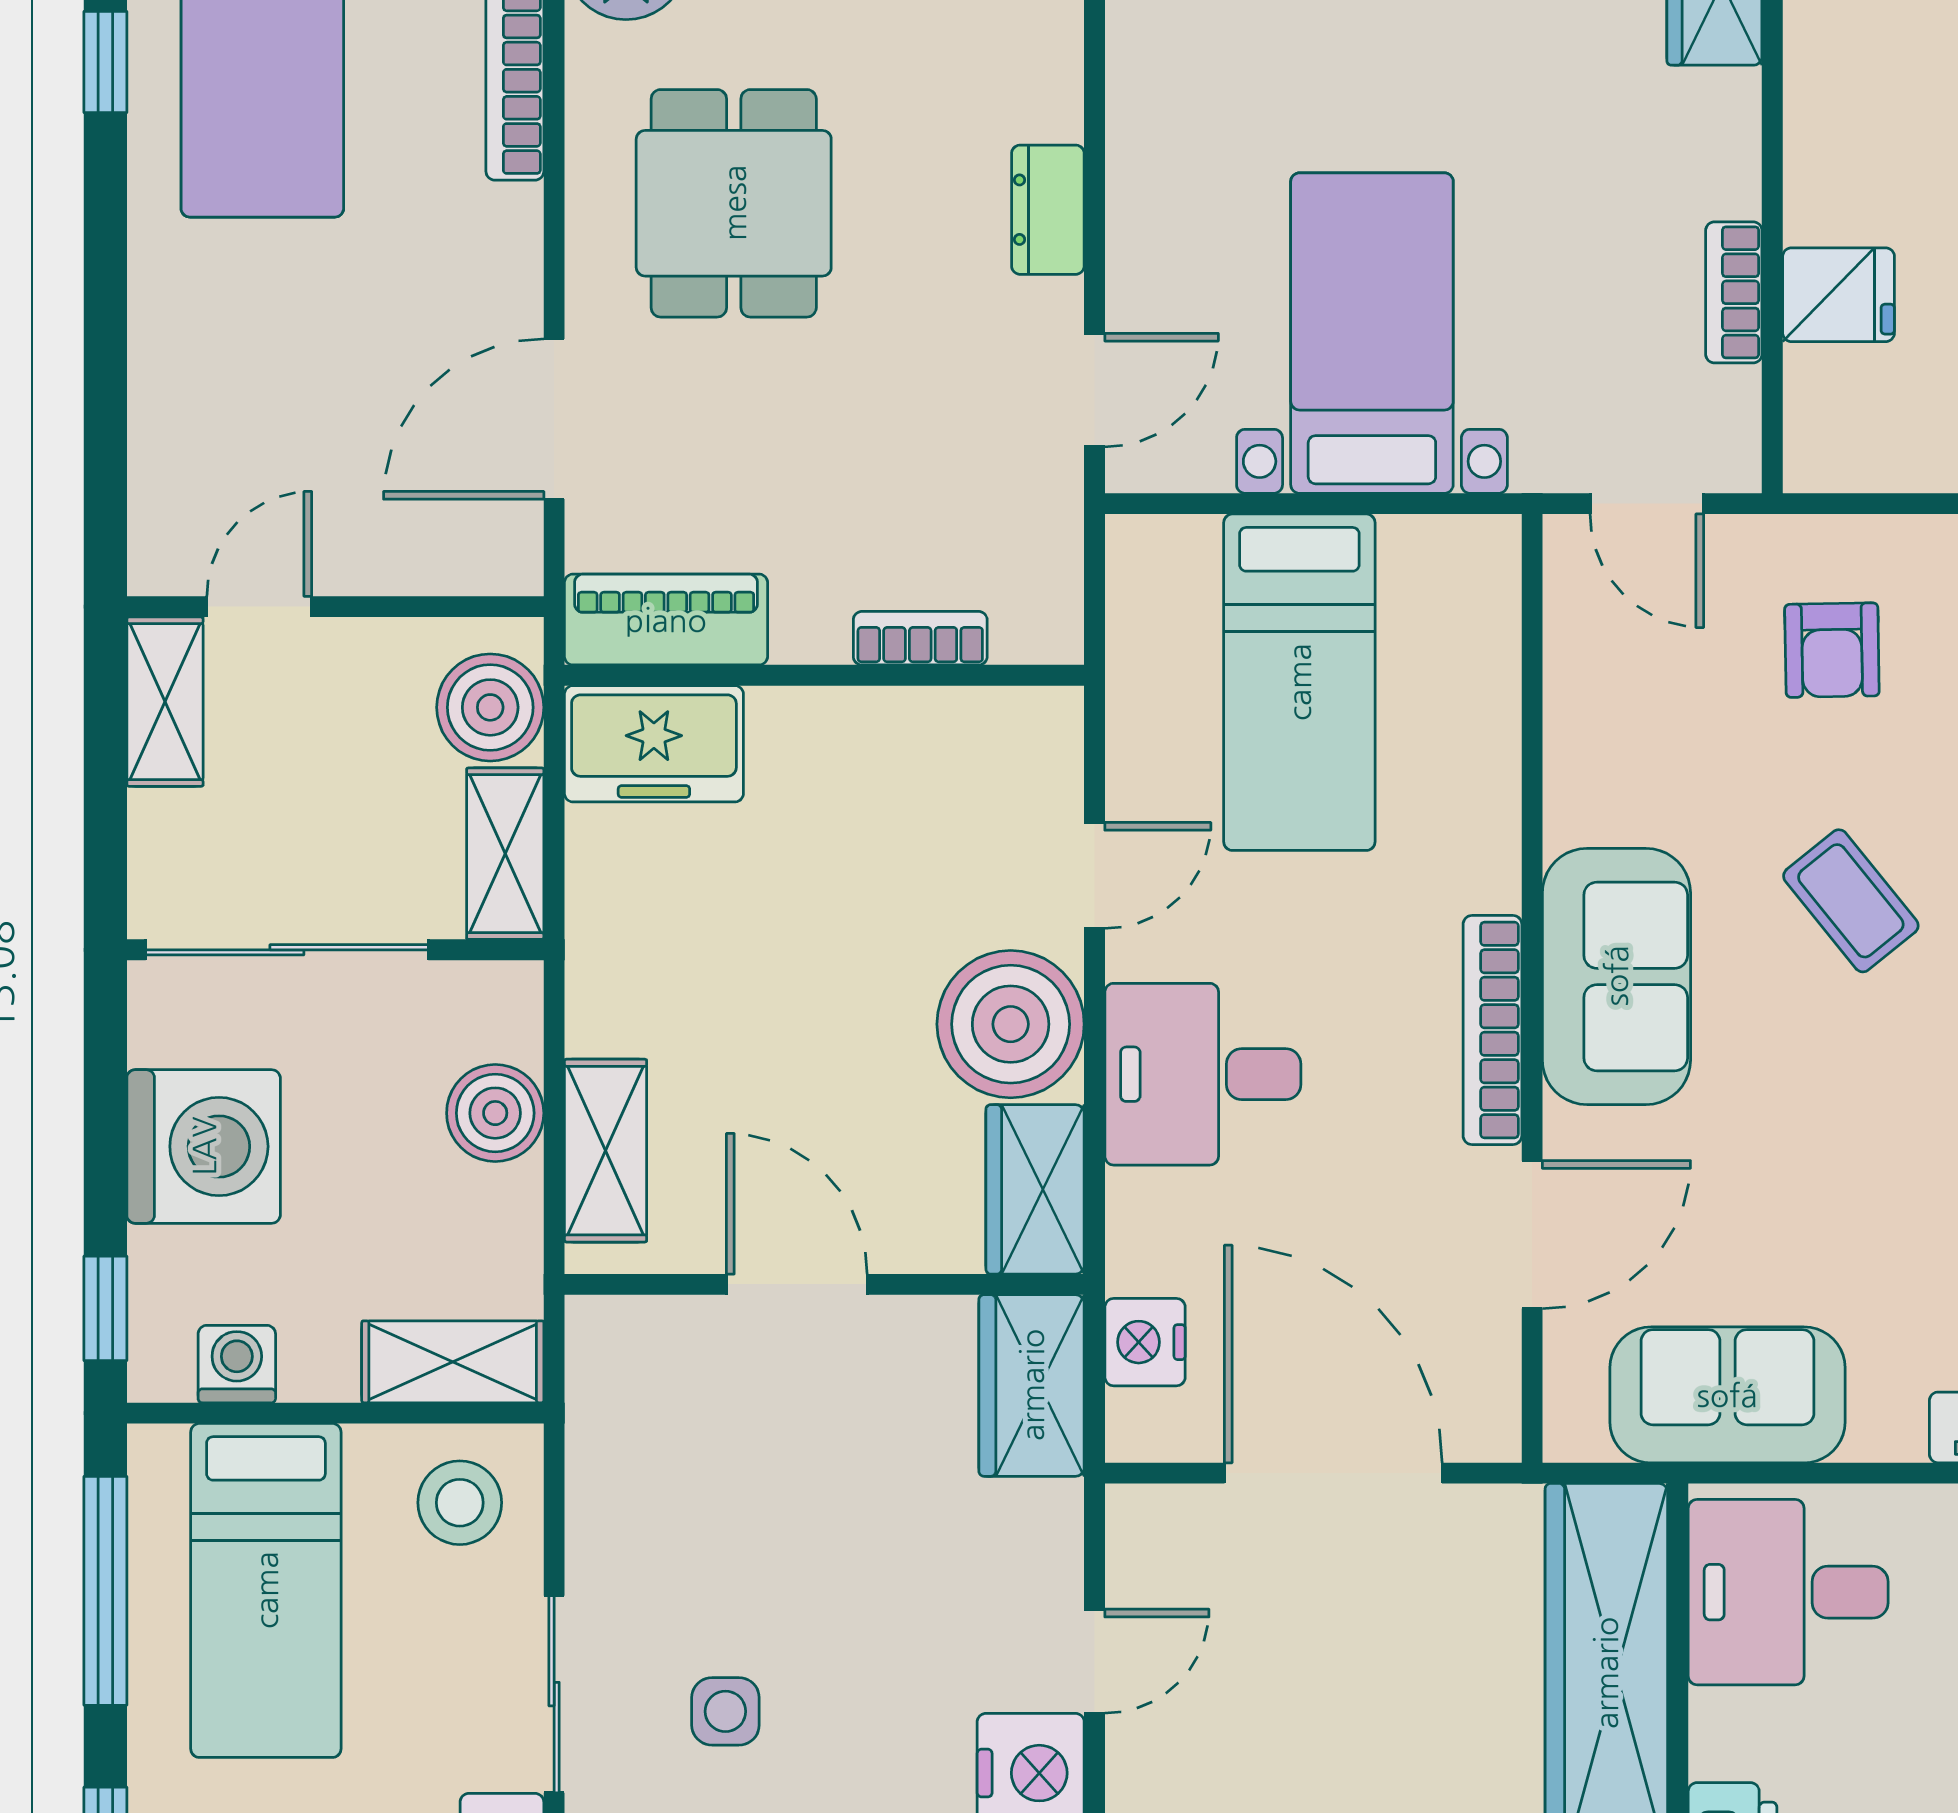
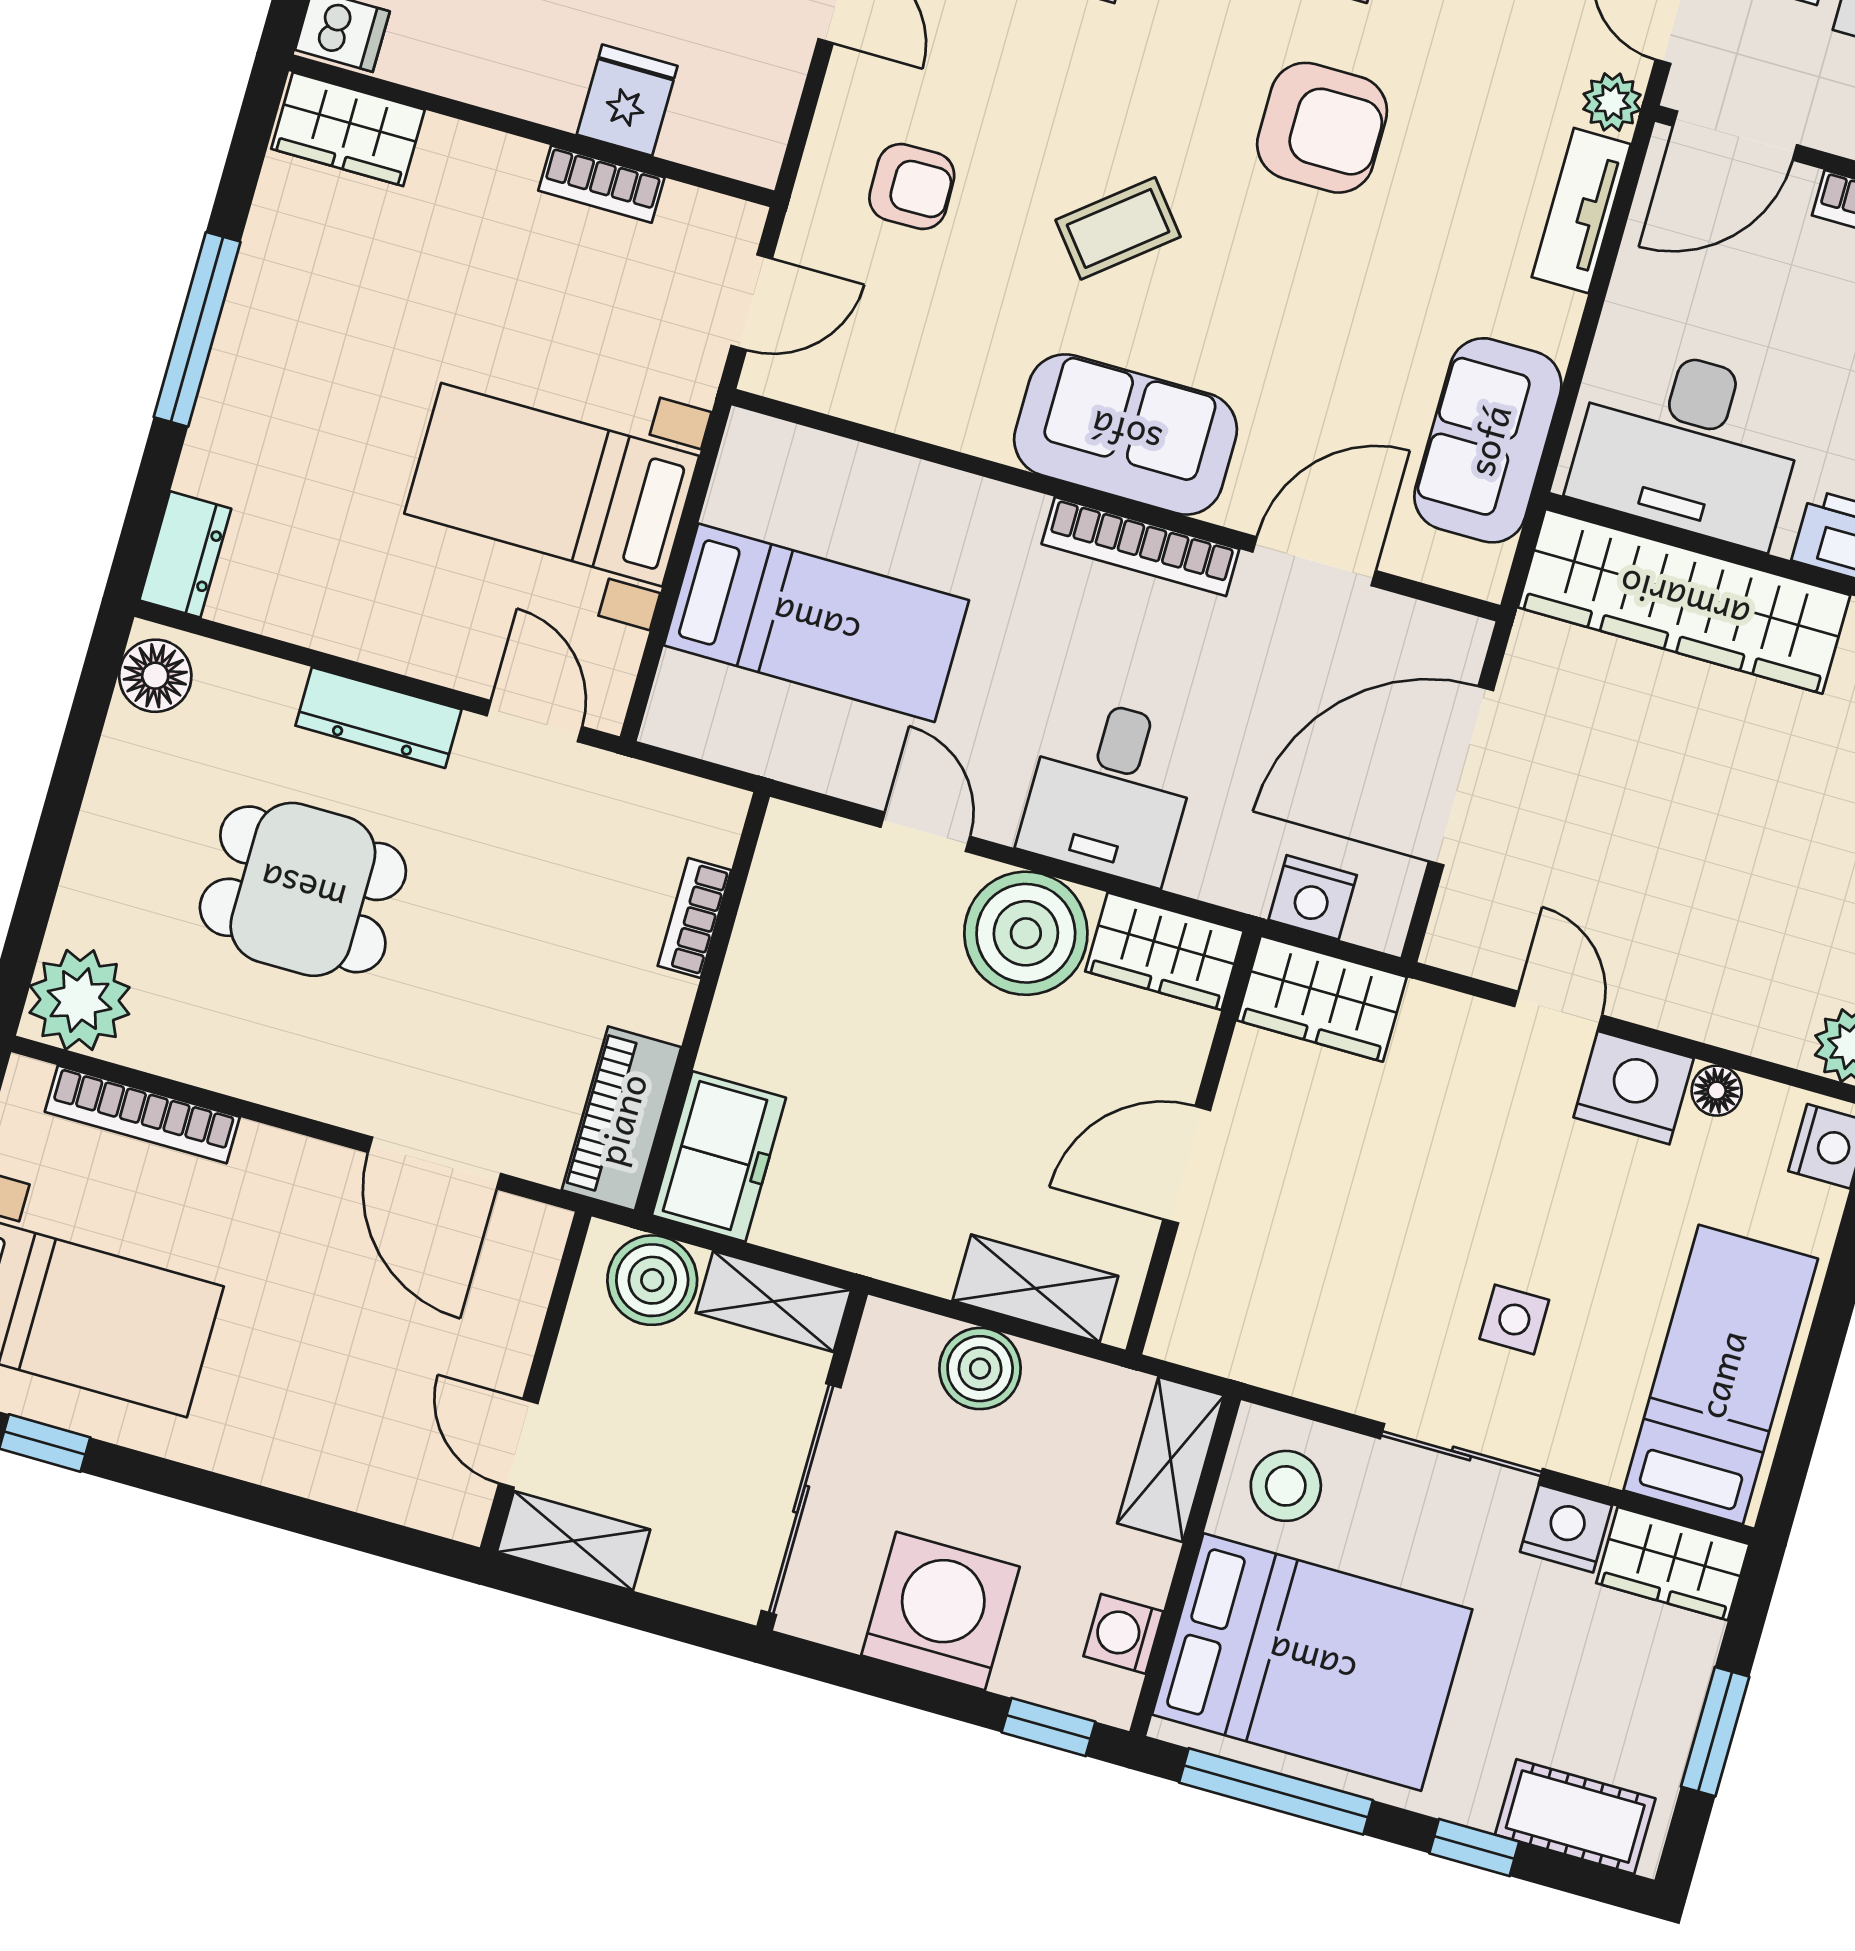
dining table: (734, 203) -> (303, 889), moved
dresser: (1048, 210) -> (378, 718), width x1.44
door: (1532, 1235) -> (1314, 561), hinge flipped
bed: (266, 1590) -> (1312, 1662), width x1.50
desk: (1788, 1592) -> (1688, 444), width x1.37

